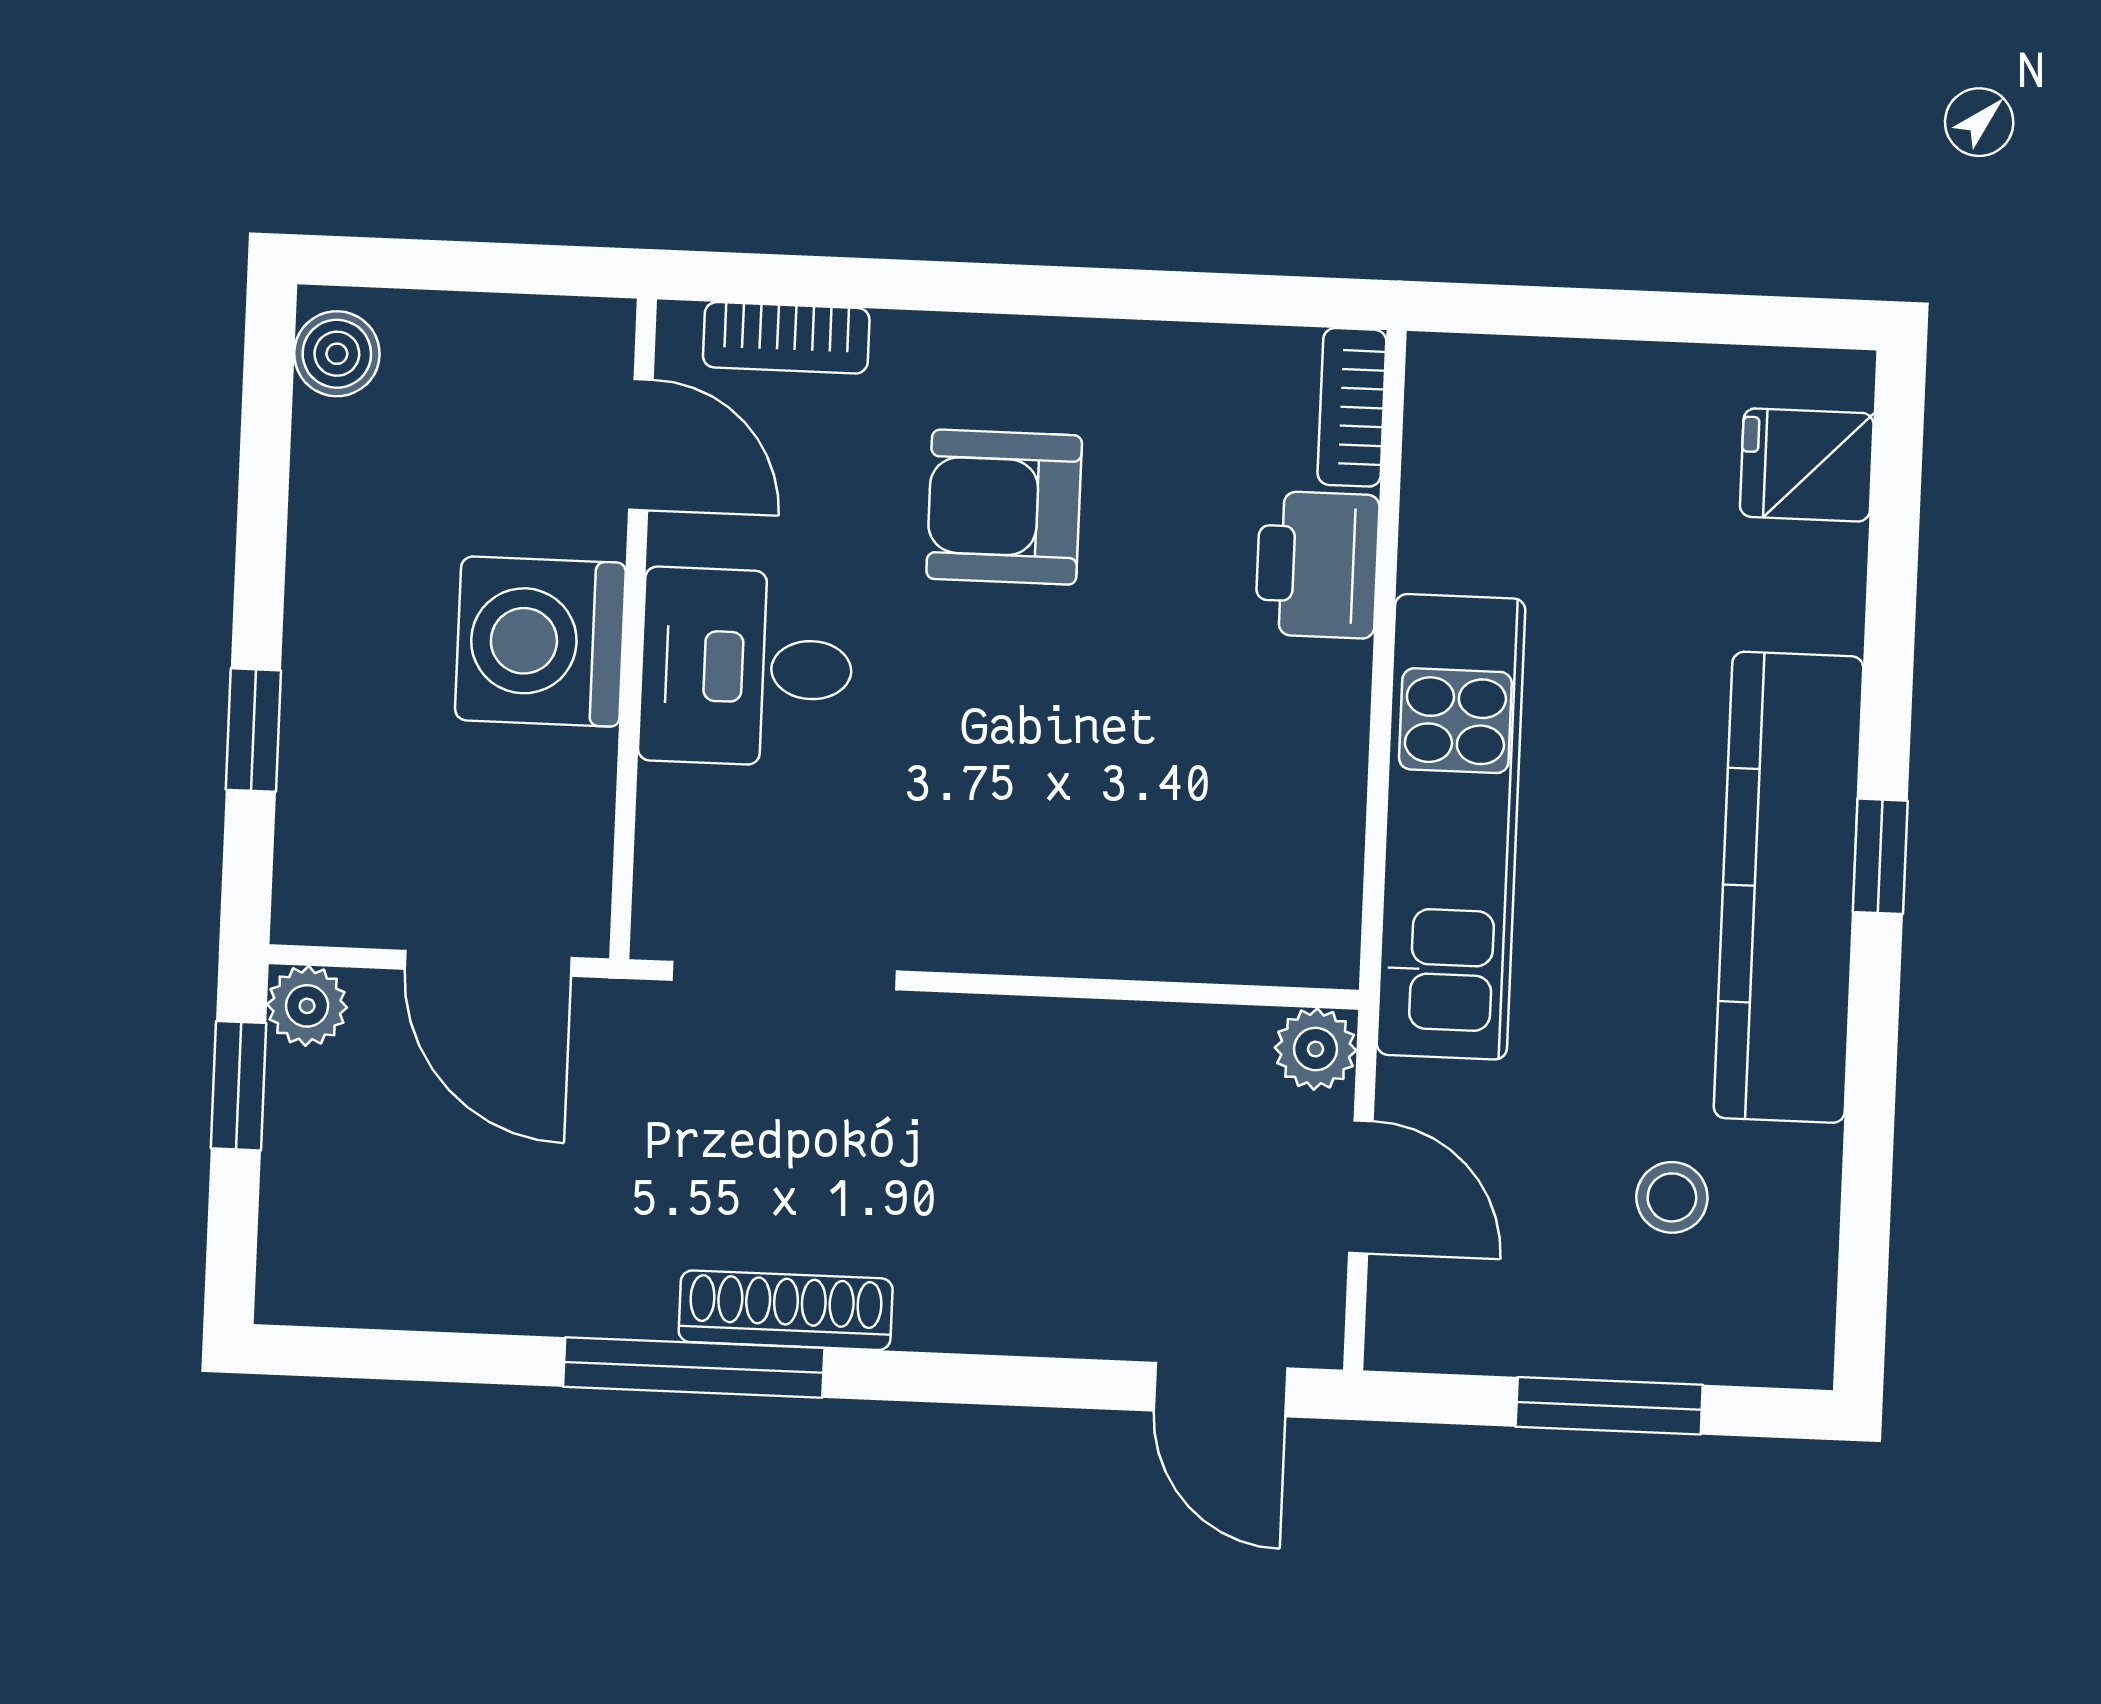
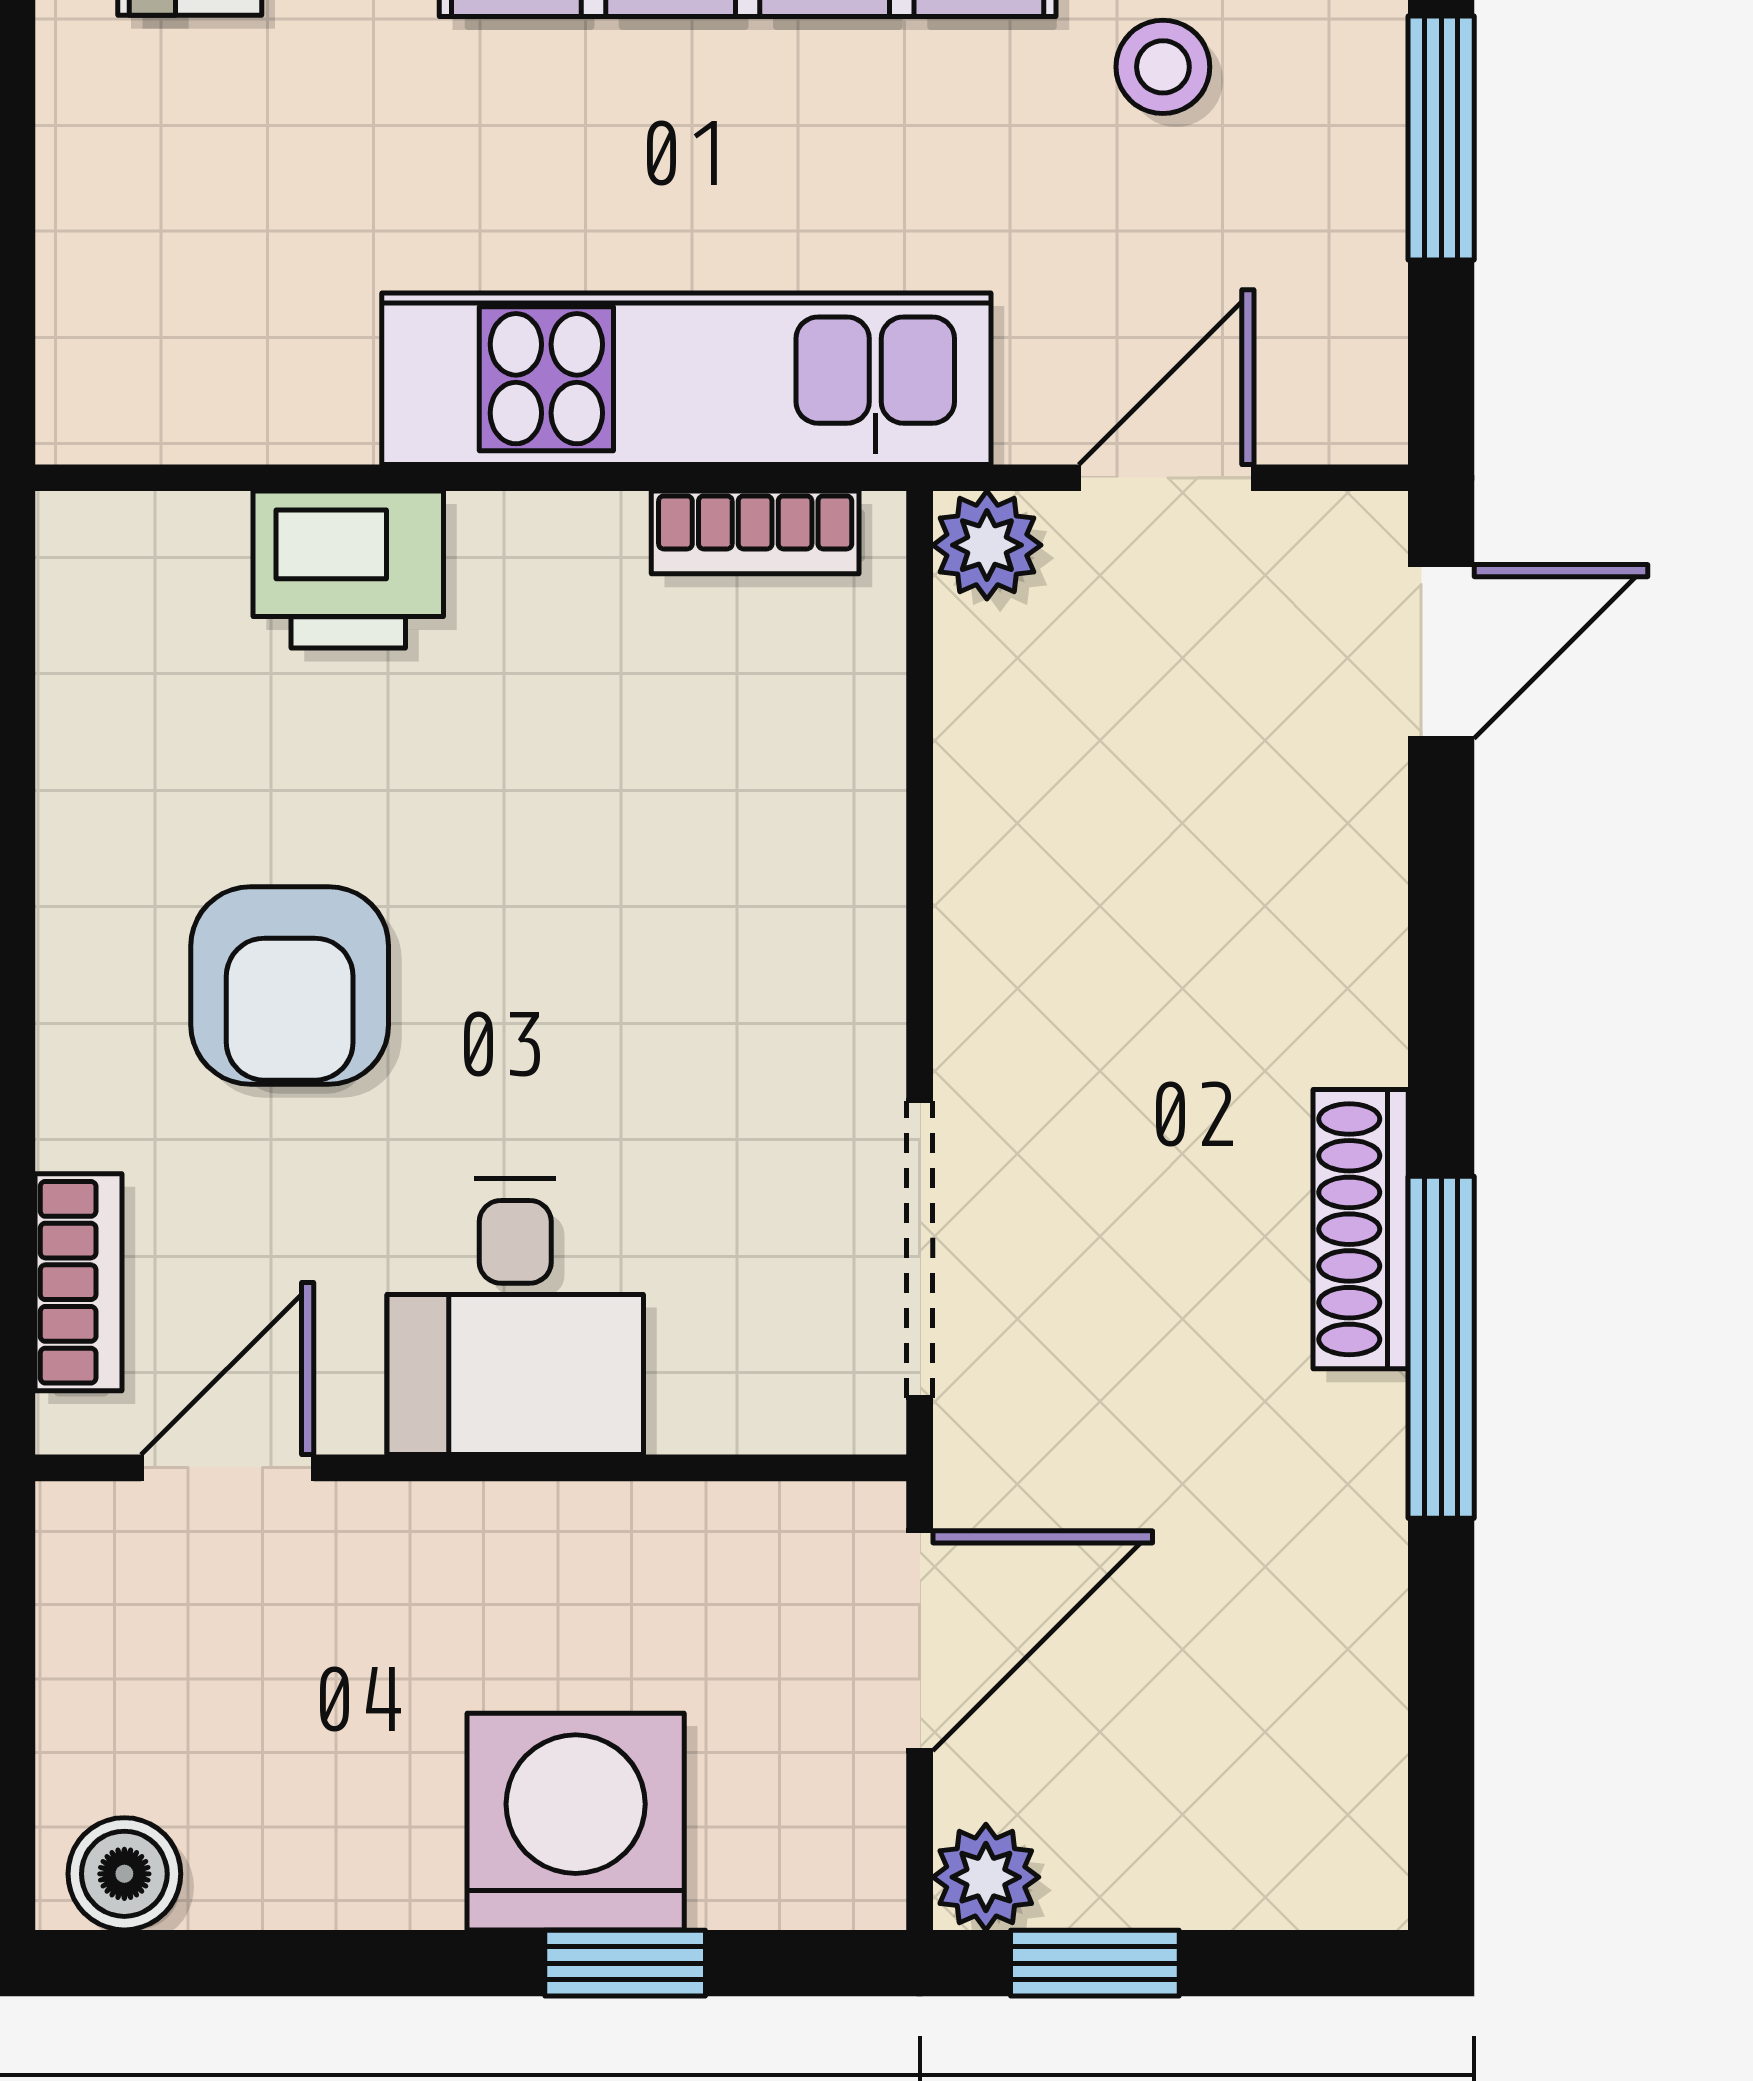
bookcase: (1352, 407) -> (755, 532), moved
washing machine: (540, 642) -> (576, 1822), moved, turned 180

